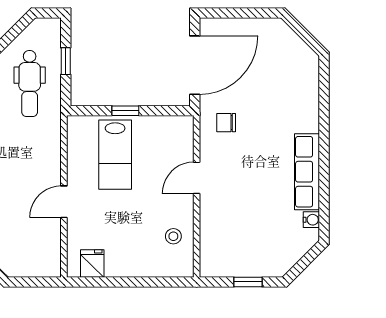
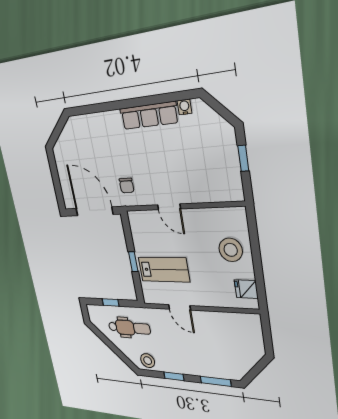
door: (64, 202) -> (180, 307), moved
stool: (173, 236) -> (231, 250), moved, width x1.89, depth x1.89

